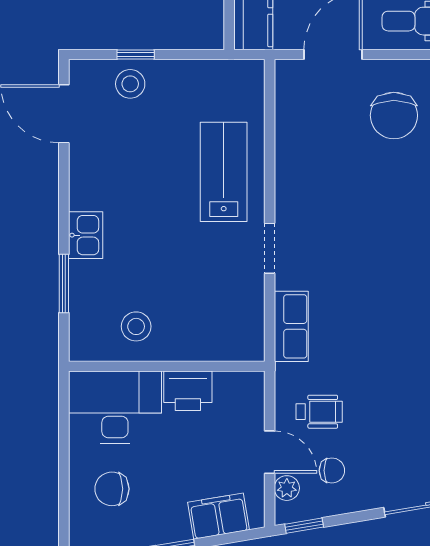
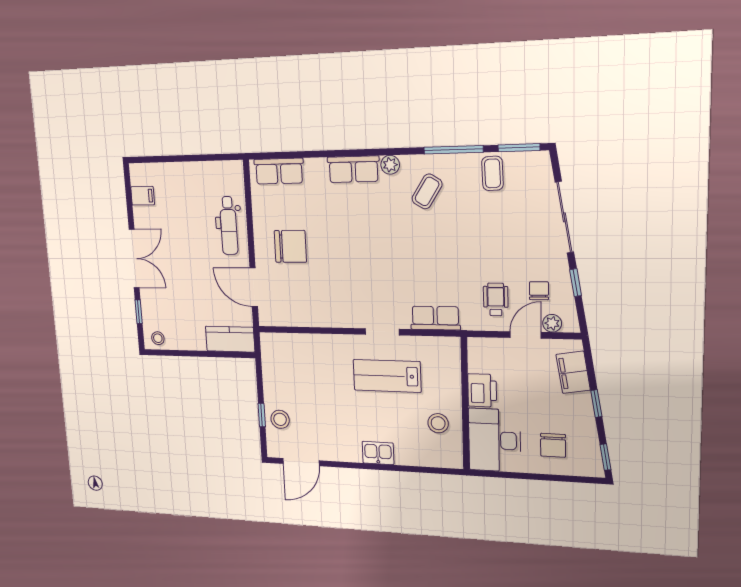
lab bench: (224, 172) -> (387, 376), moved
window: (64, 283) -> (410, 469), removed
window: (304, 526) -> (576, 283), moved

